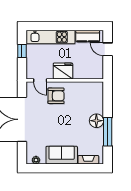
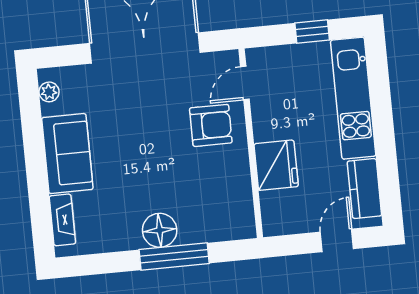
fridge: (63, 71) -> (276, 165), moved
armchair: (56, 96) -> (211, 125), turned -90
window: (108, 132) -> (174, 256), moved

